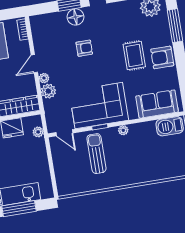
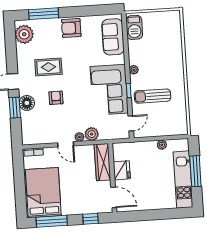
rug: (134, 56) -> (48, 67), moved
armchair: (162, 57) -> (71, 28), turned 90
plant: (38, 132) -> (162, 145), moved

